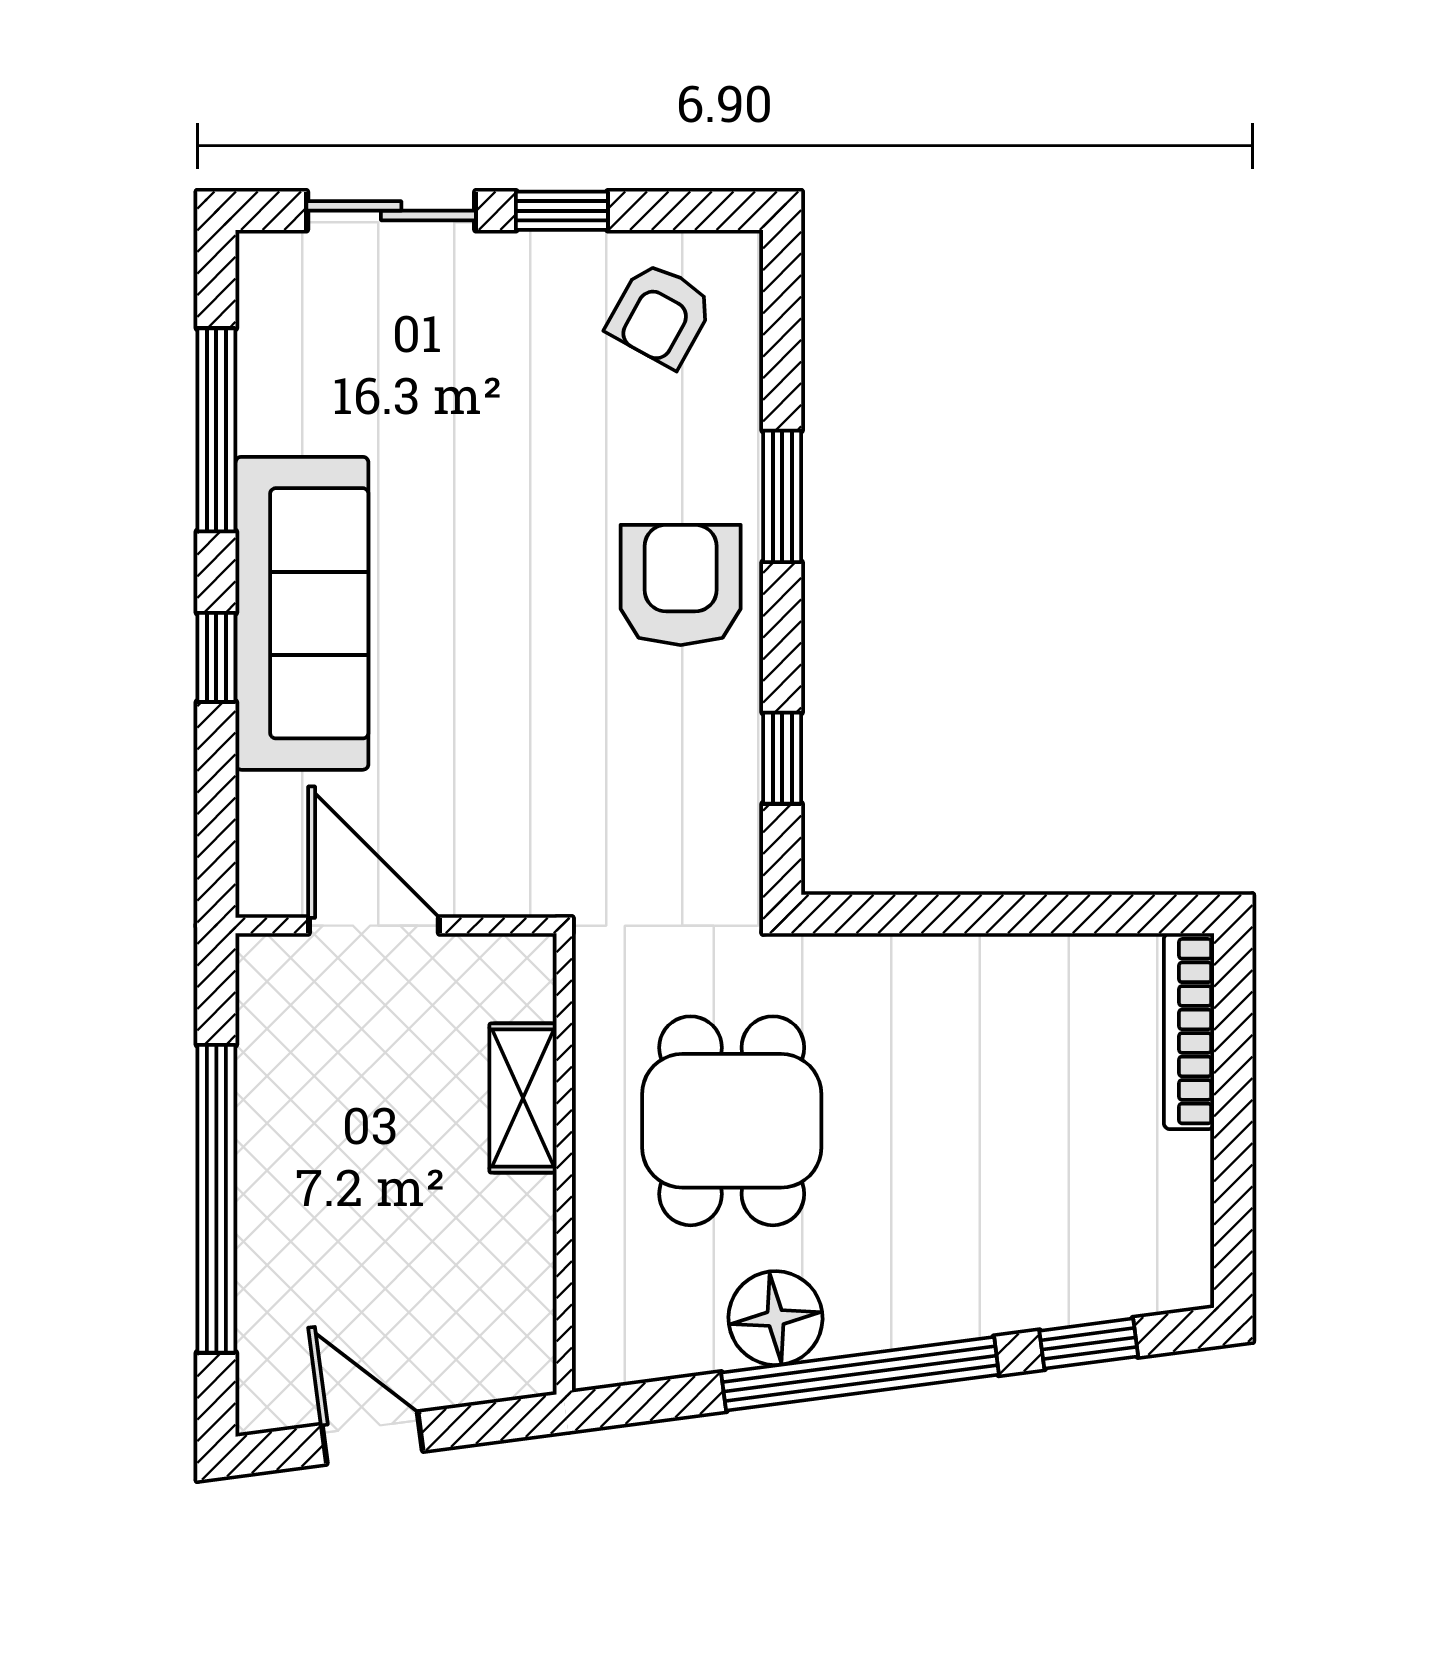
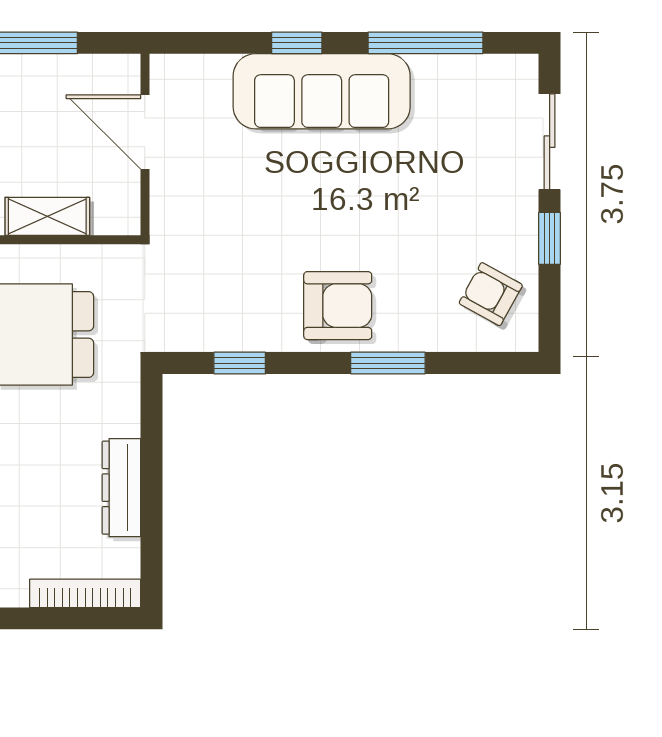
door: (374, 926) -> (145, 132), swing flipped
dresser: (1002, 967) -> (121, 488), added

